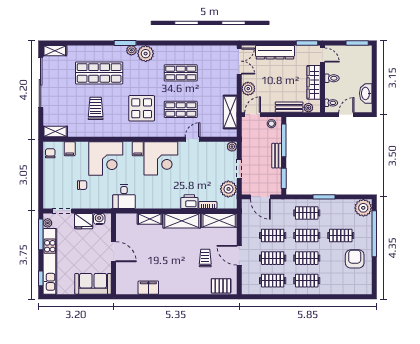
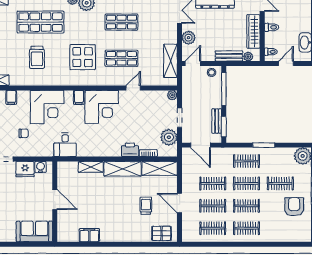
trolley: (96, 108) -> (37, 57), turned 180
bench: (277, 156) -> (217, 121), moved

